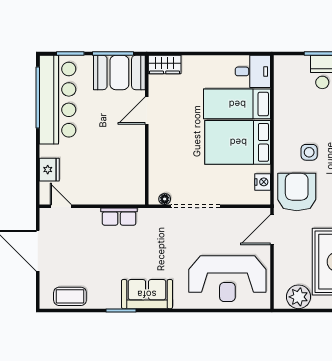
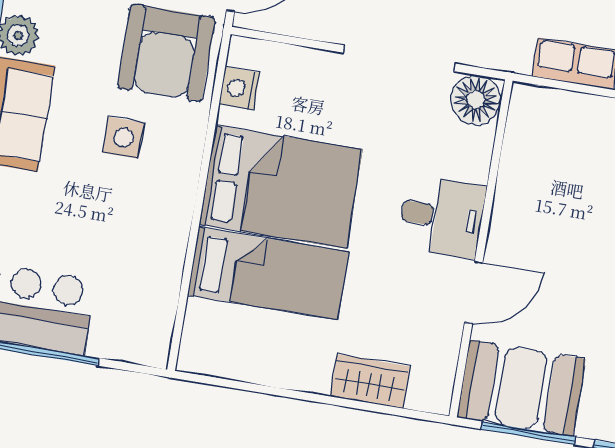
wardrobe: (165, 65) -> (370, 381), moved
desk: (253, 71) -> (442, 217), moved, turned 180
floor lamp: (165, 199) -> (476, 100), width x1.89, depth x1.89

